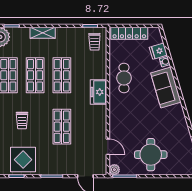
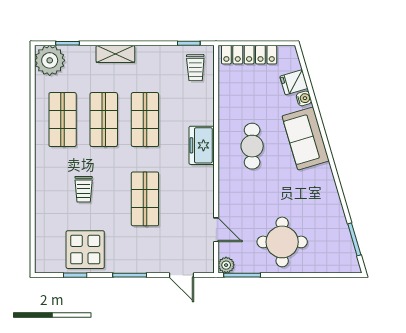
cafe table: (124, 78) -> (252, 146), moved

